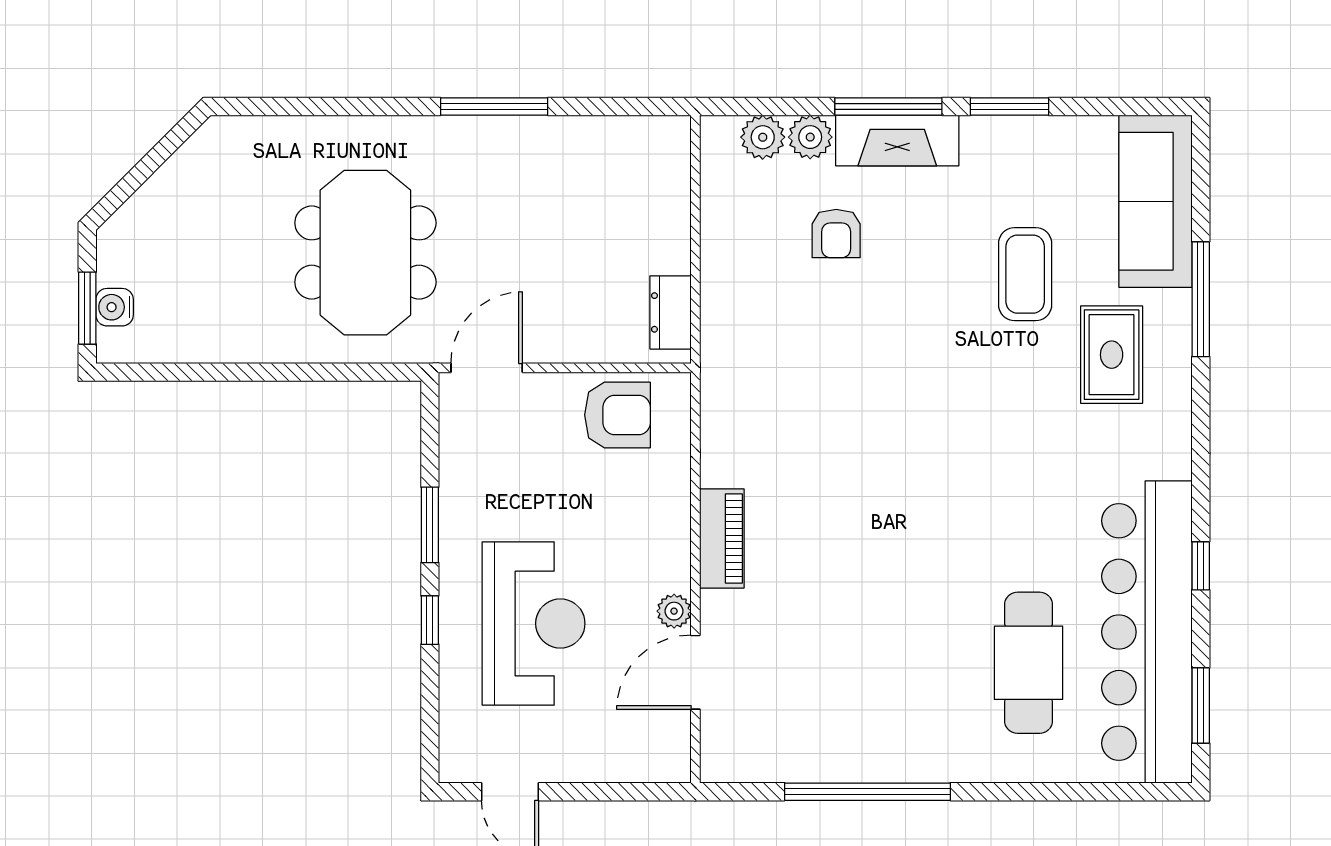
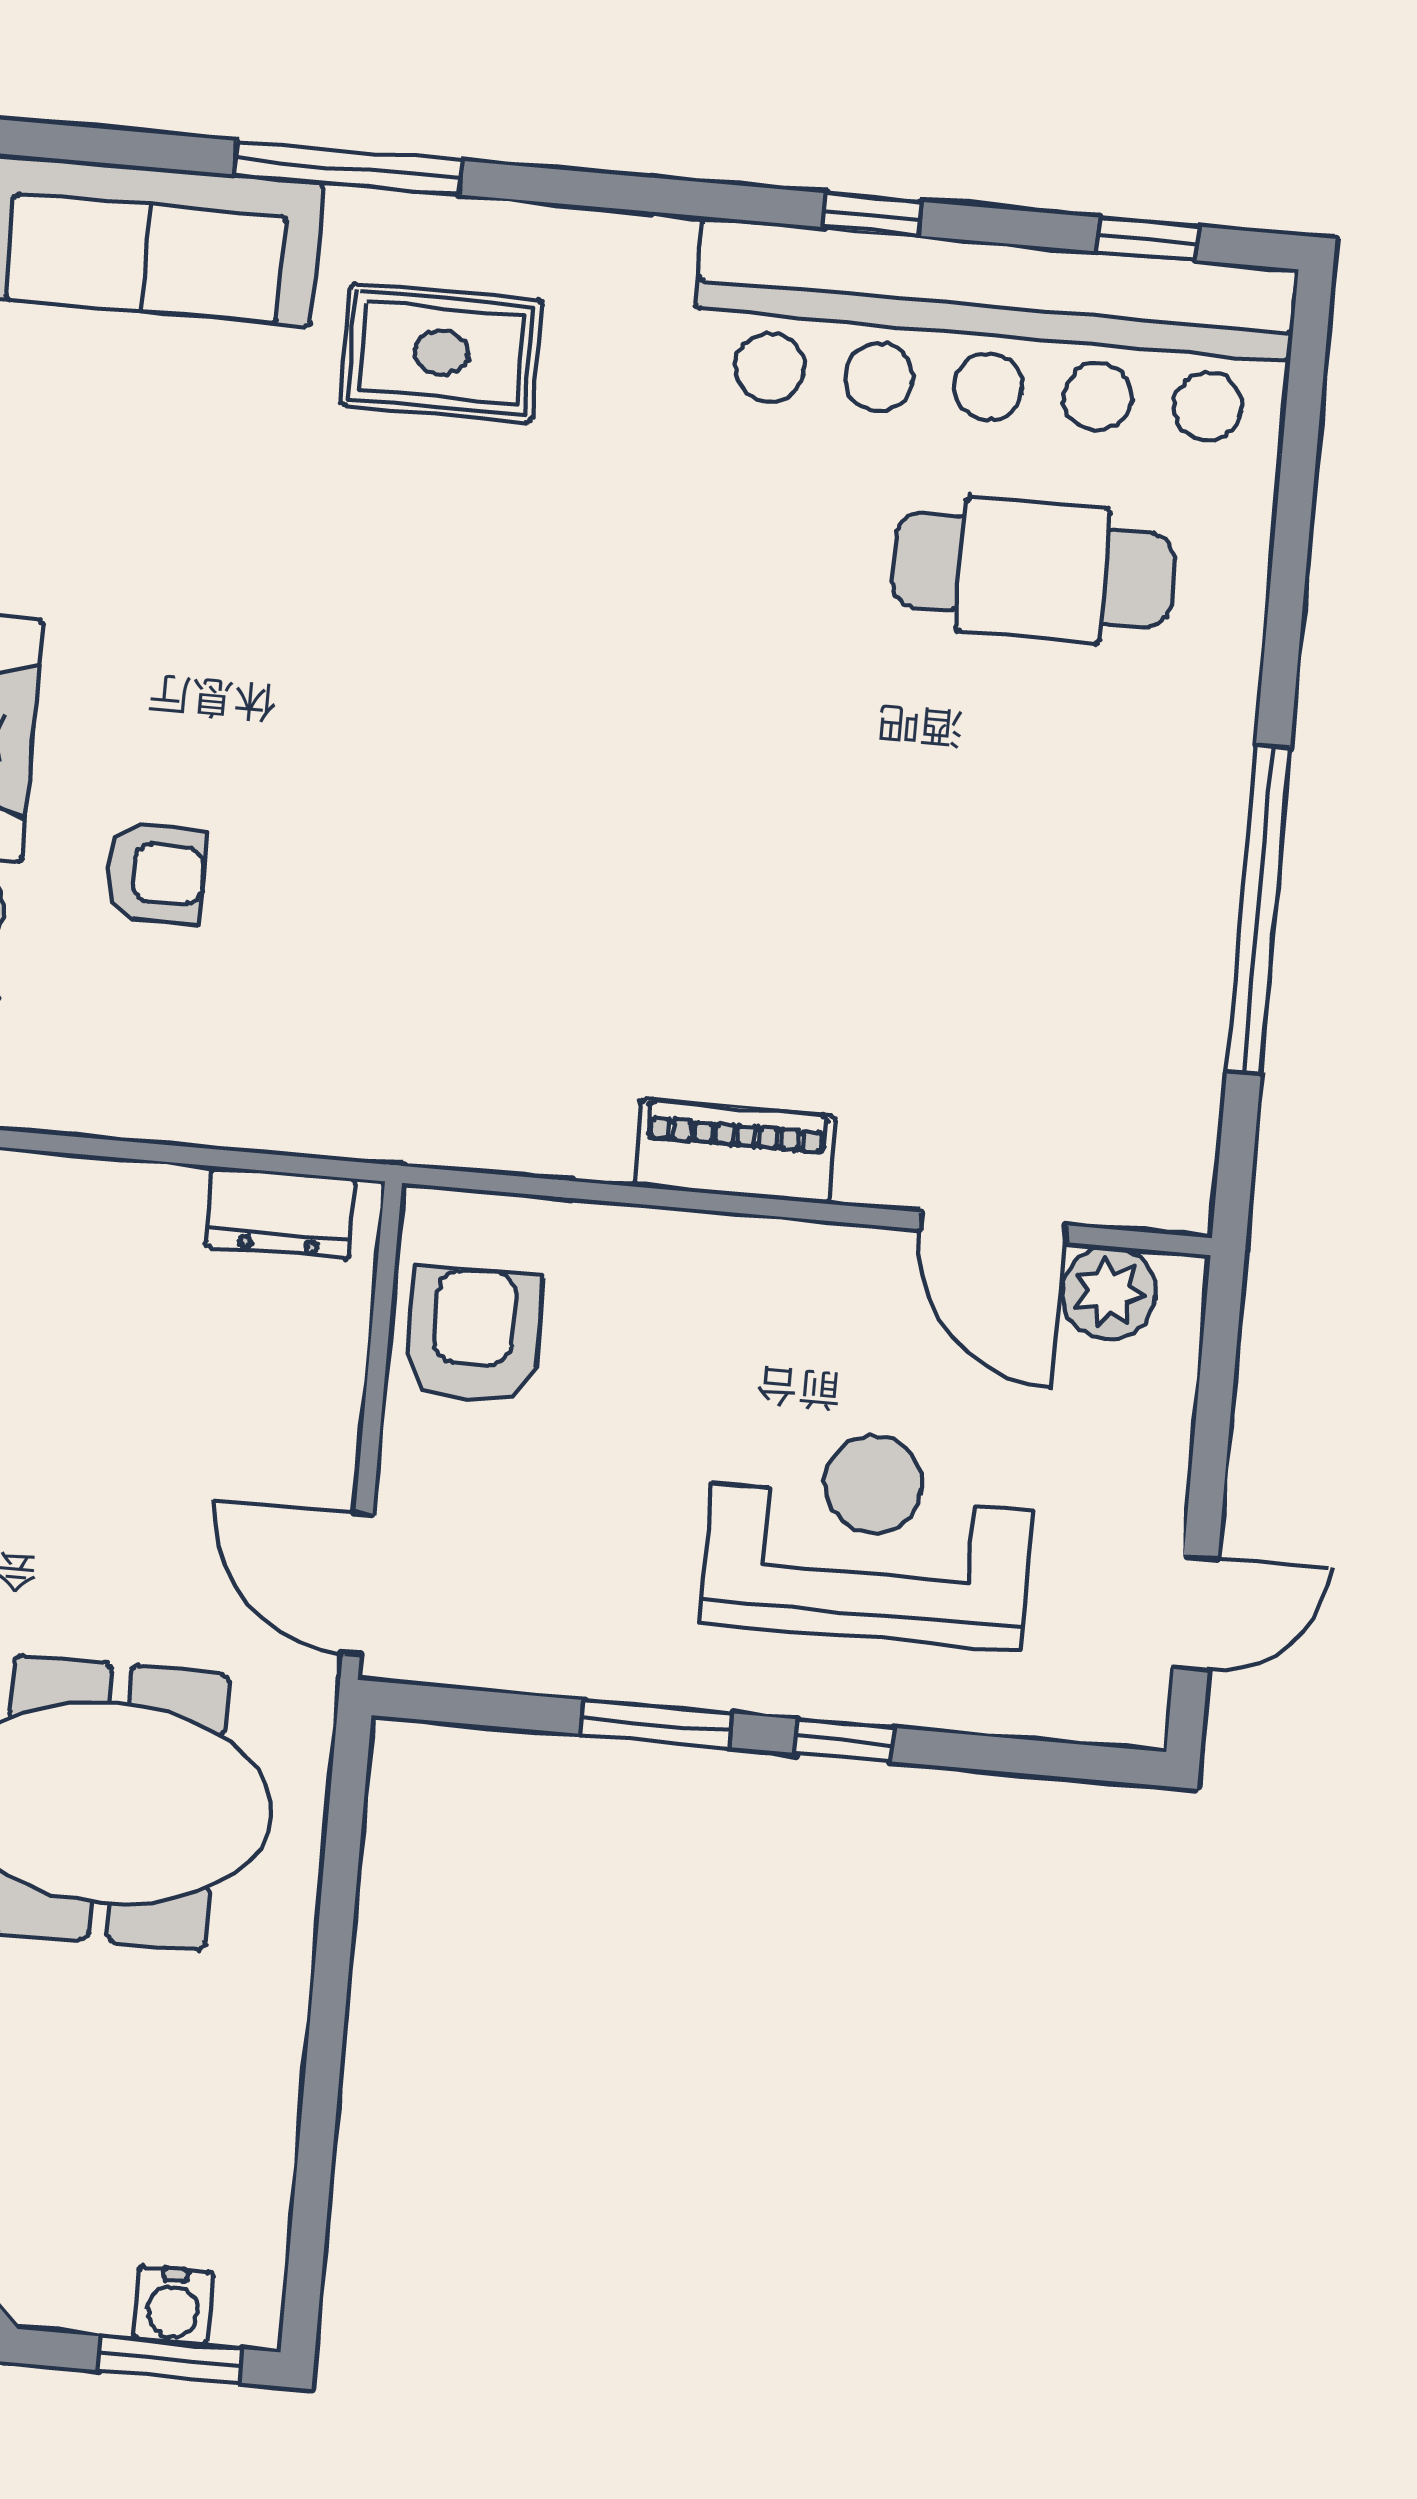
coffee table: (1025, 274) -> (268, 509), removed
plant: (674, 611) -> (1109, 1293), moved, width x1.38, depth x1.38
window: (1201, 705) -> (1147, 239), width x0.67

